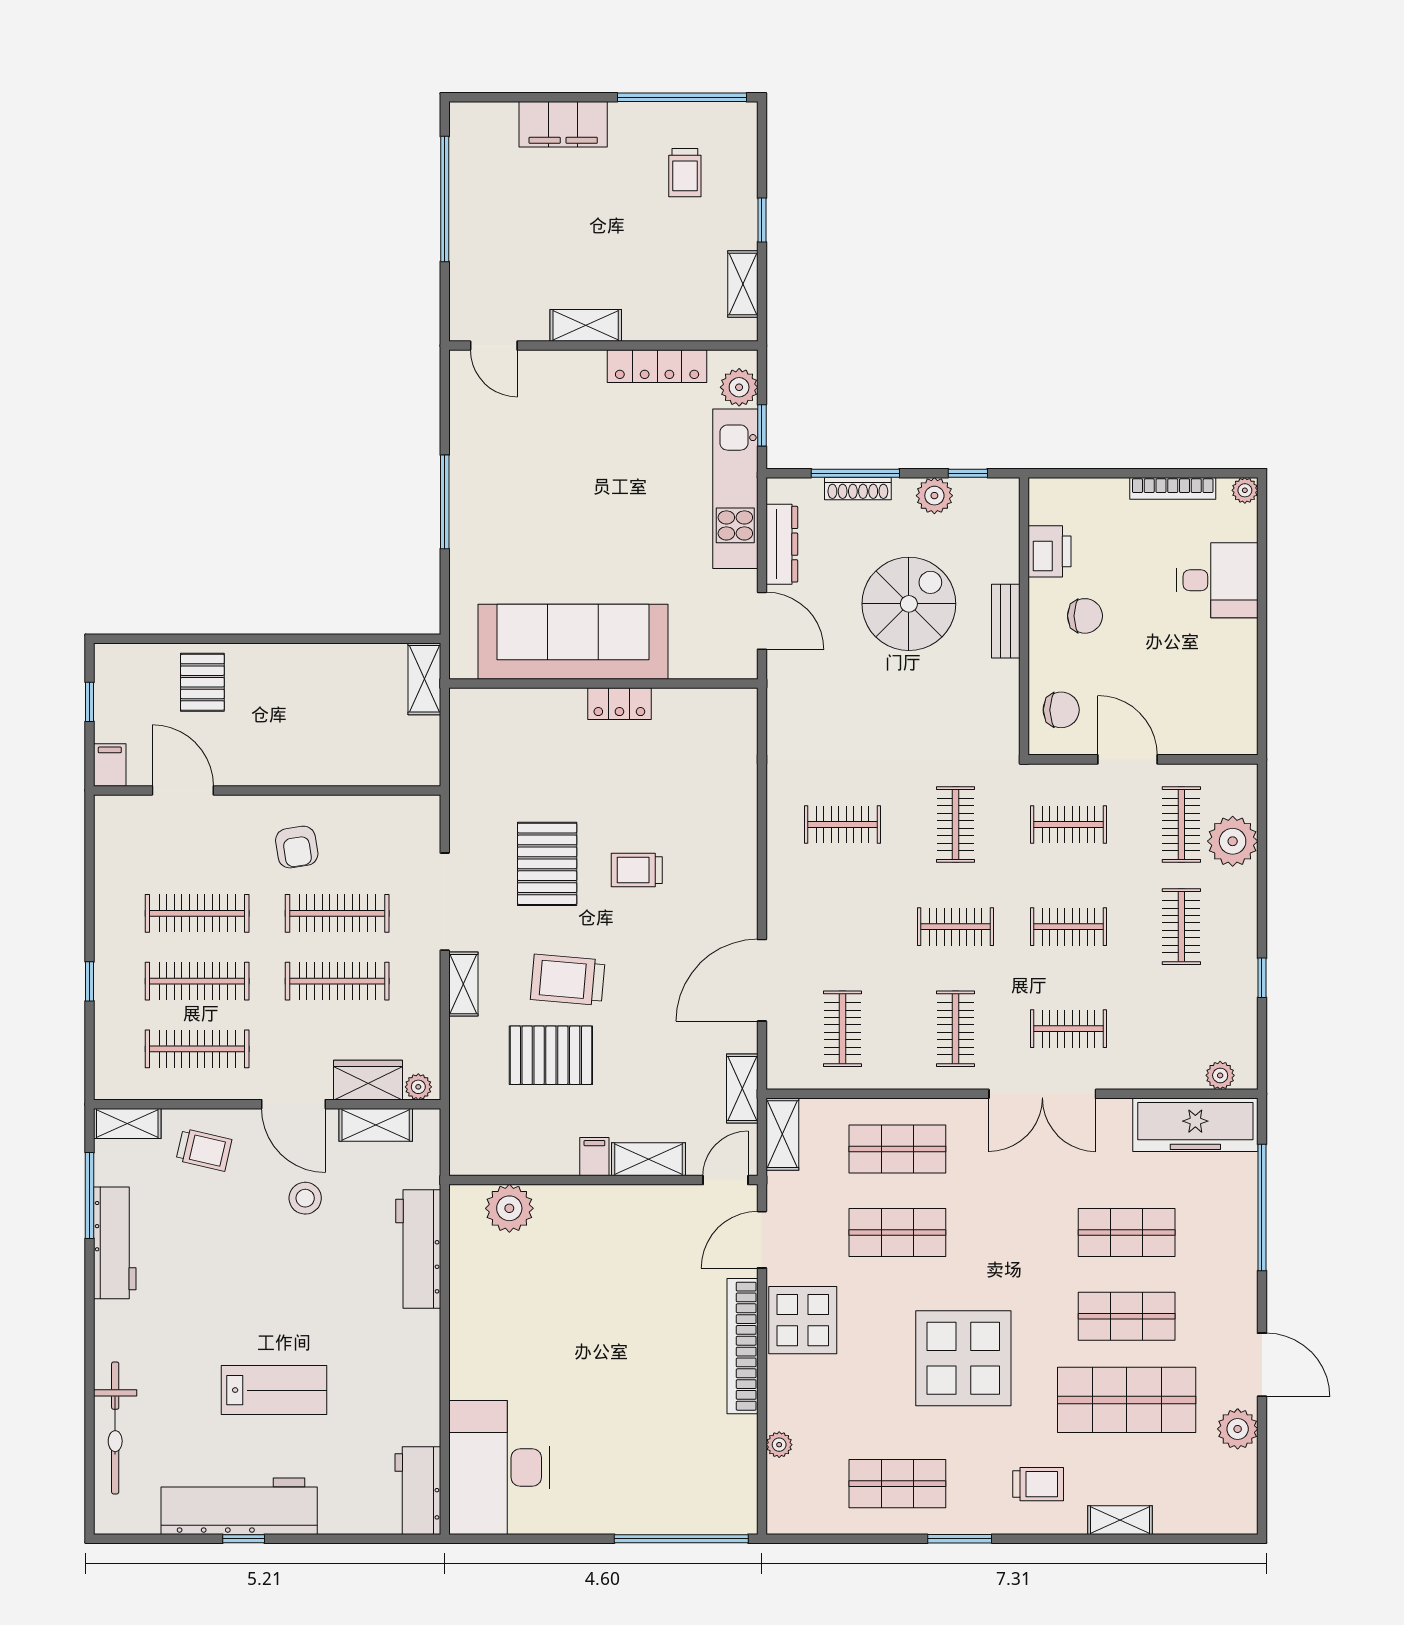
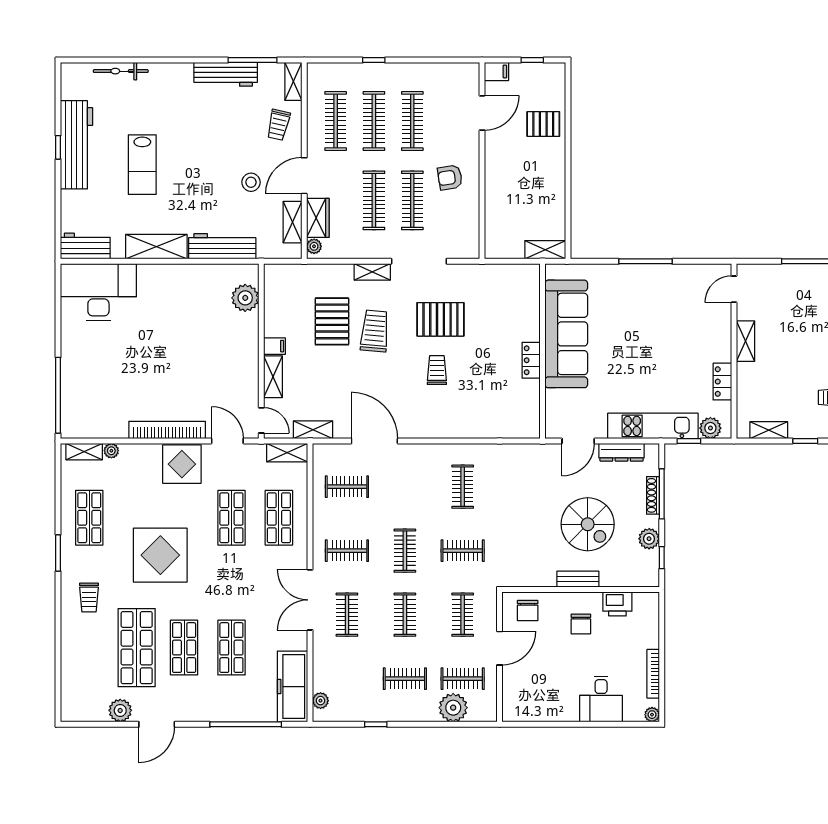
locker: (657, 366) -> (722, 382), width x0.66
shelving: (419, 1365) -> (156, 247), added
bicycle: (115, 1428) -> (121, 71), width x0.73, depth x0.71
shelving: (1120, 1520) -> (84, 452), moved, turned 90

